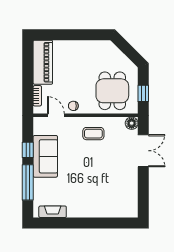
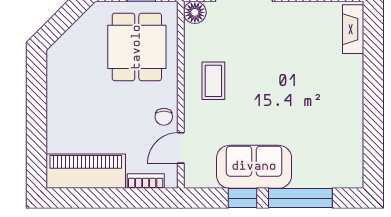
dining table: (112, 91) -> (137, 47), turned 90
fireplace: (53, 212) -> (353, 29), moved

